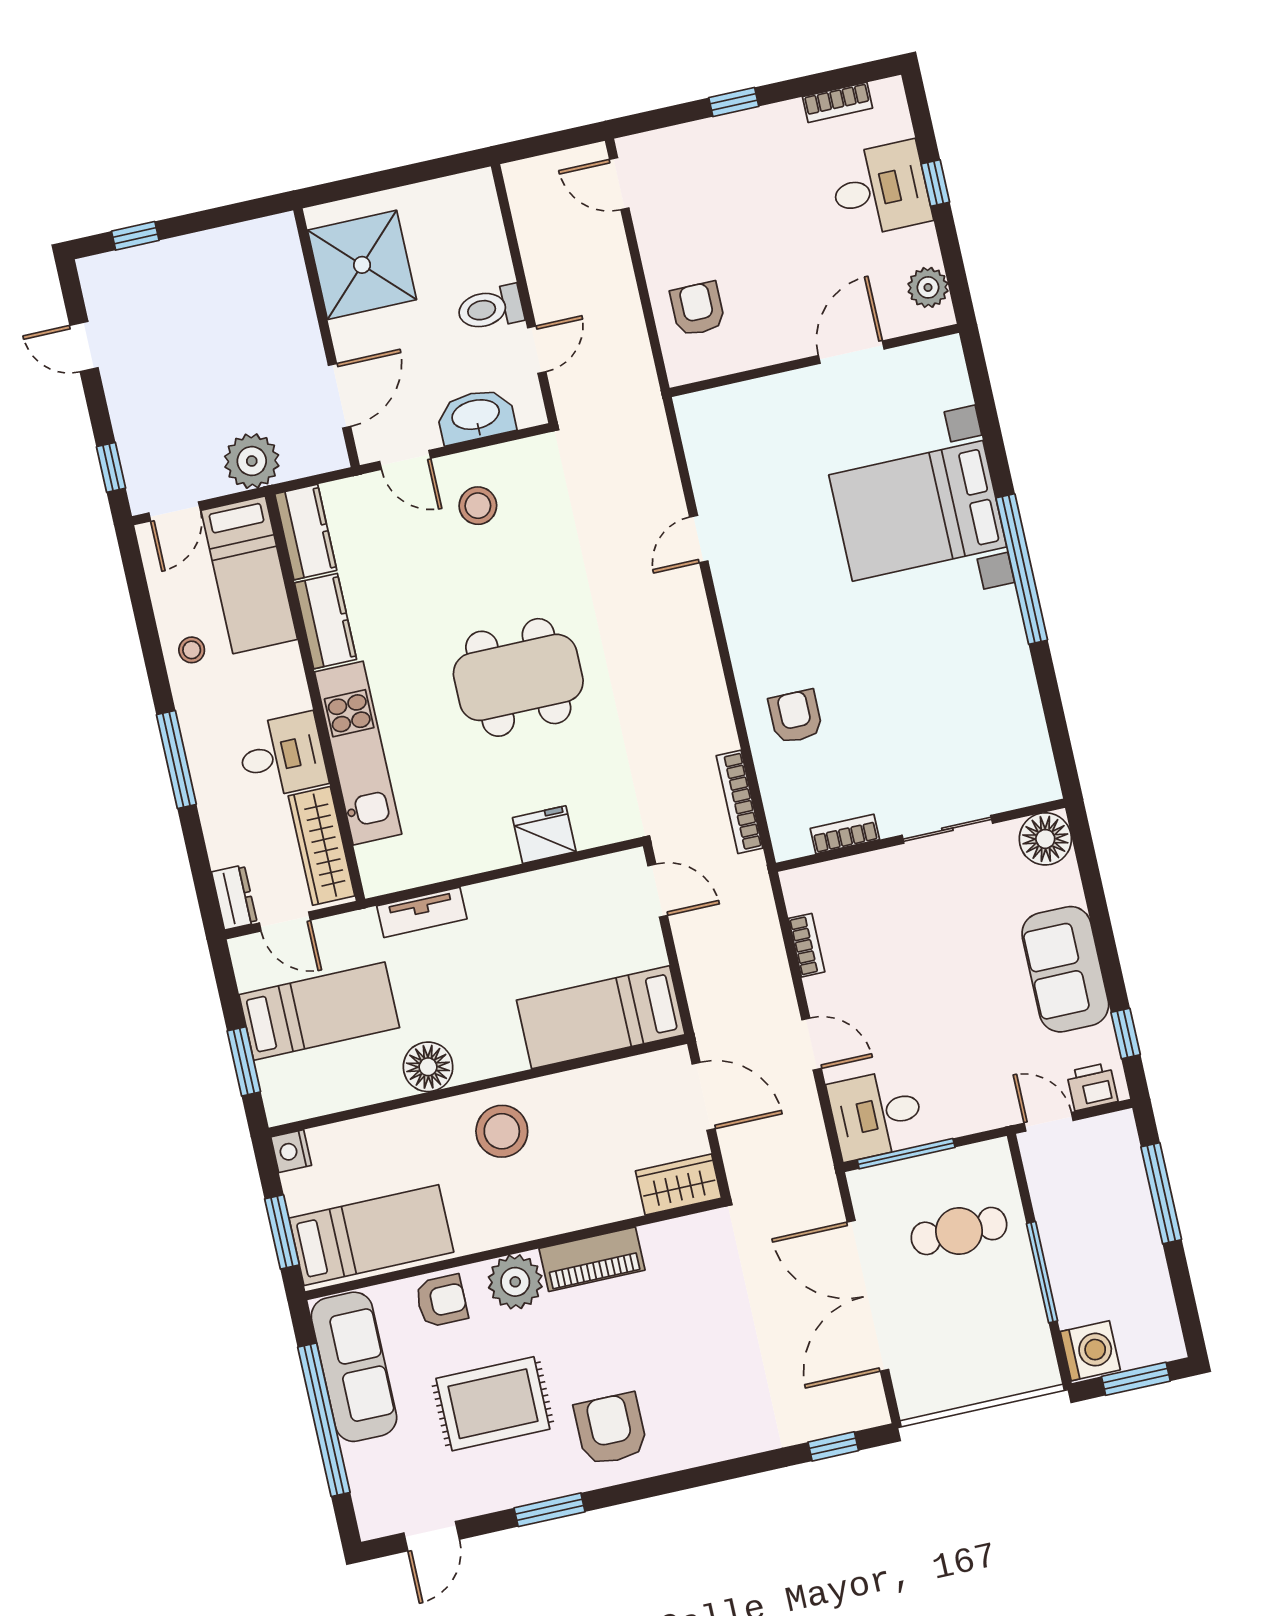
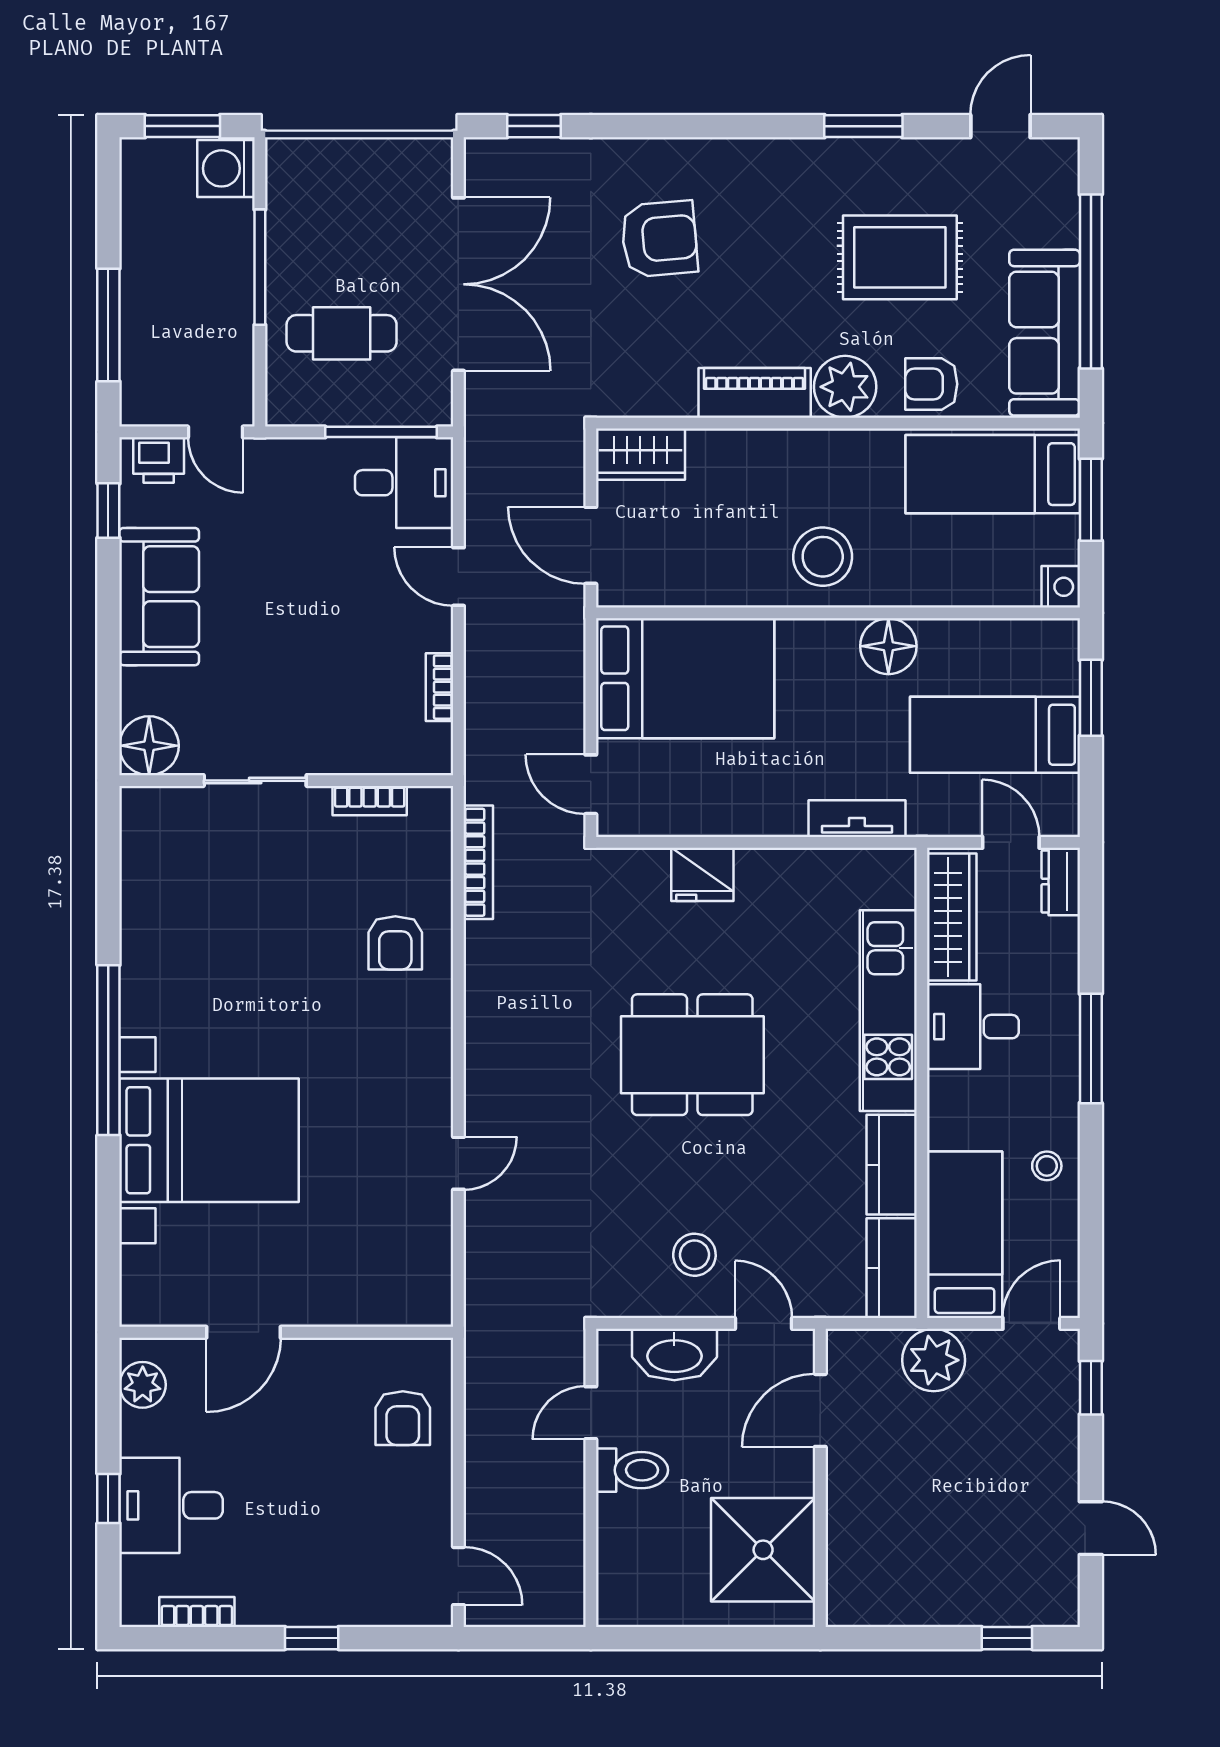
bed: (601, 1017) -> (685, 678), width x1.50
armchair: (611, 1429) -> (659, 239), moved, turned -95

